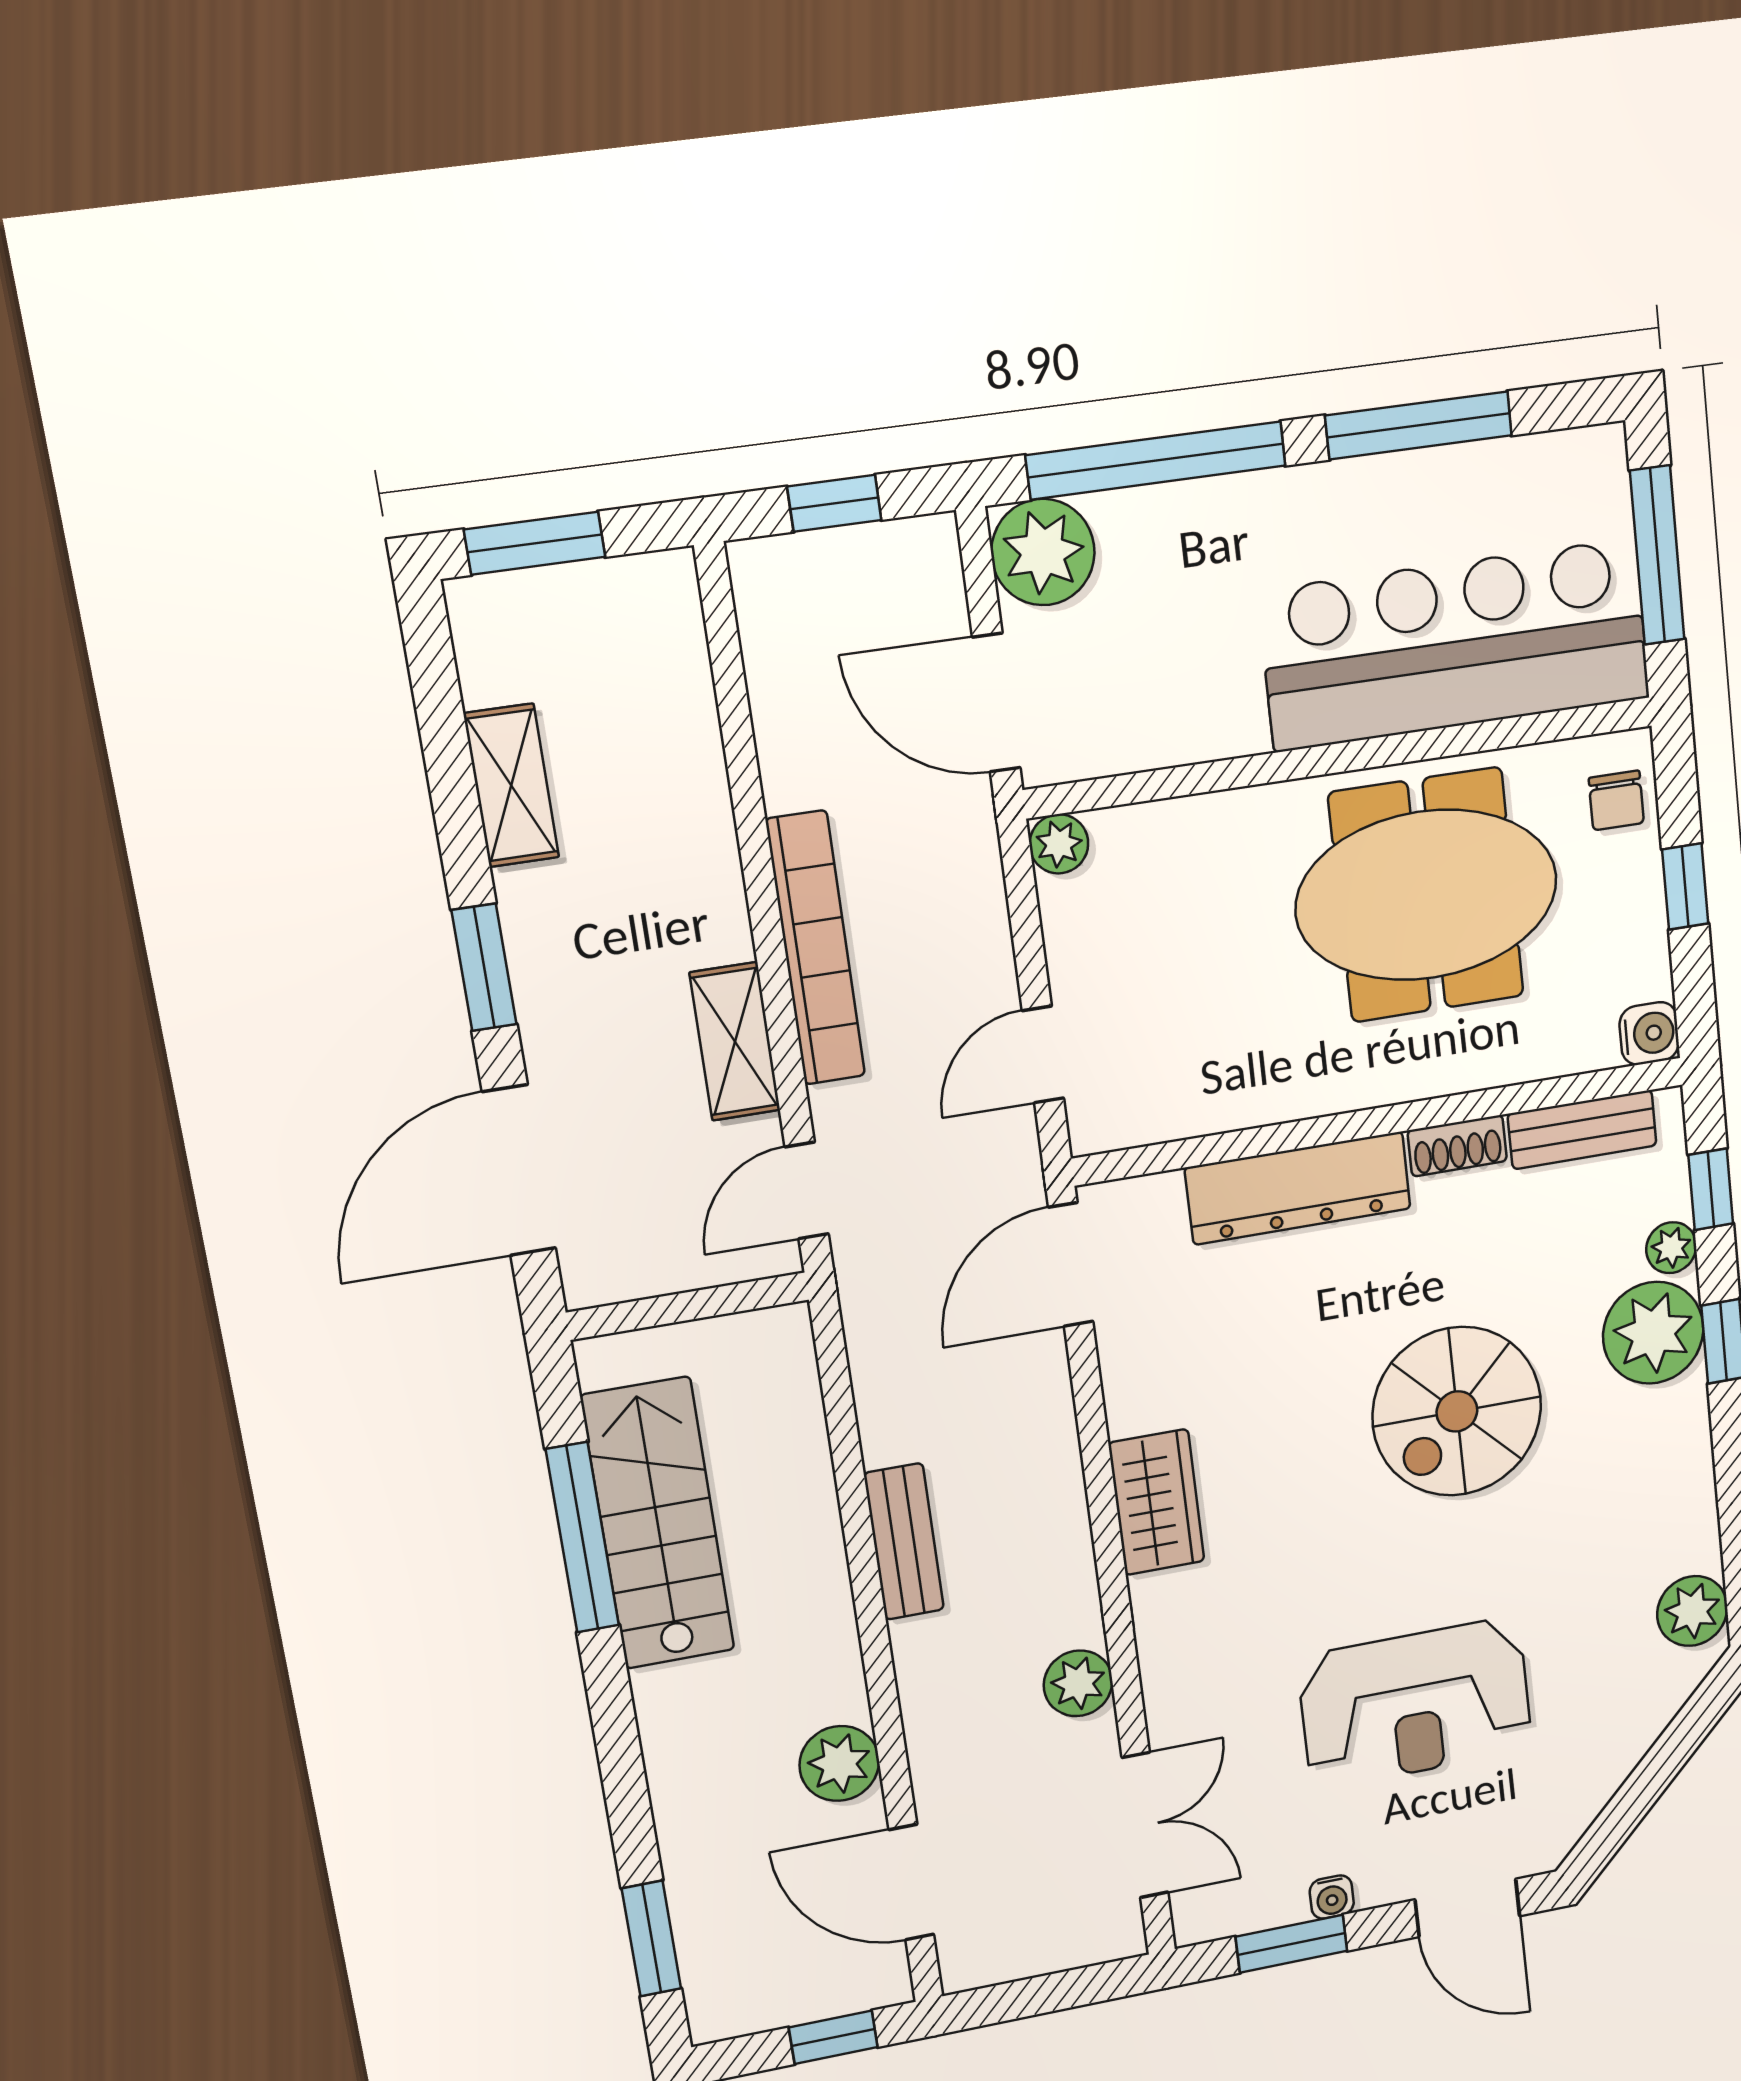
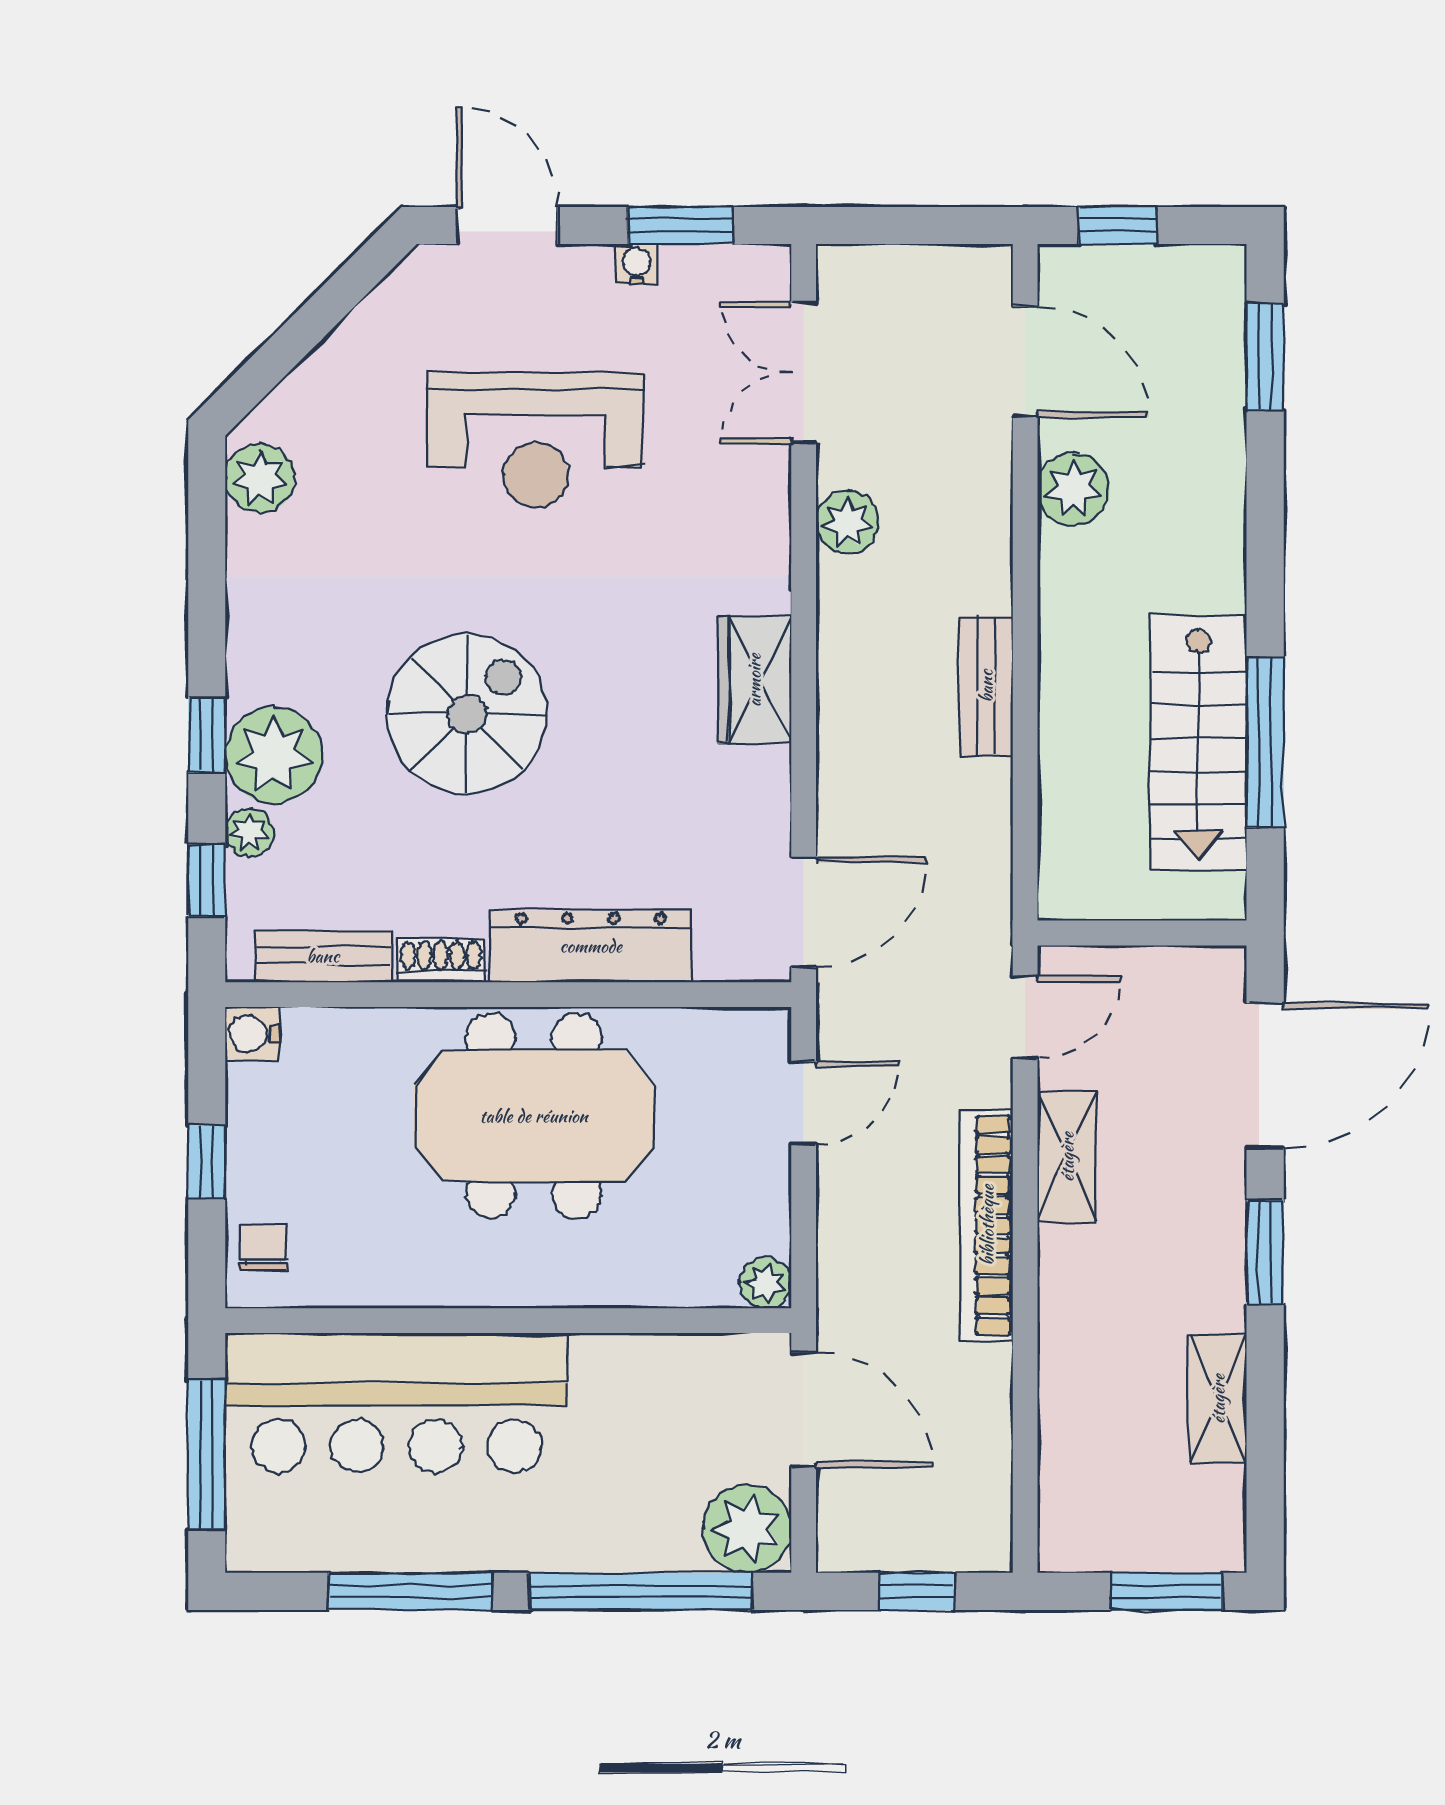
meeting table: (1427, 895) -> (534, 1116), moved
reception desk: (1415, 1703) -> (536, 440), turned 180

